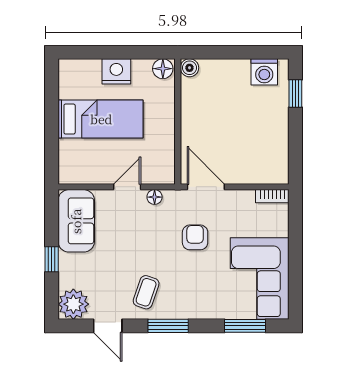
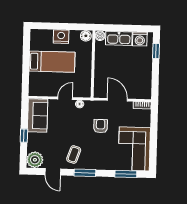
kitchen sink: (225, 72) -> (119, 38), added
door: (206, 187) -> (117, 100), moved

